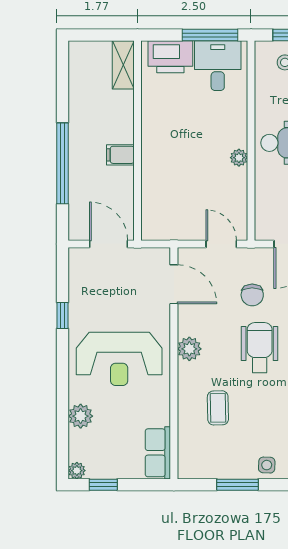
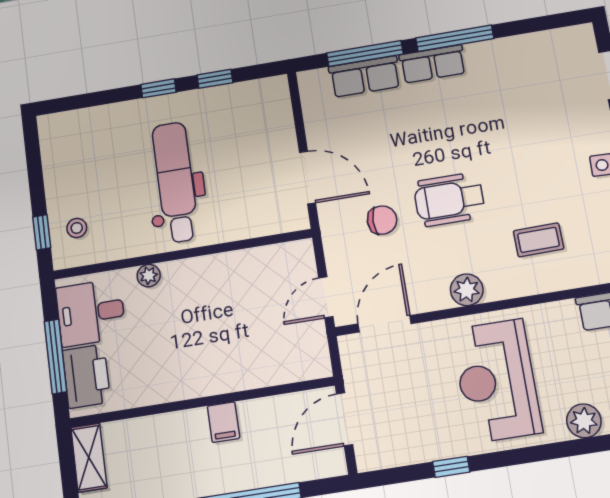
window: (210, 35) -> (55, 356), moved
shelving: (123, 65) -> (89, 458), moved, turned 90
plant: (239, 158) -> (149, 276), moved
door: (221, 244) -> (326, 297), moved
reception desk: (119, 359) -> (497, 381), turned 180

